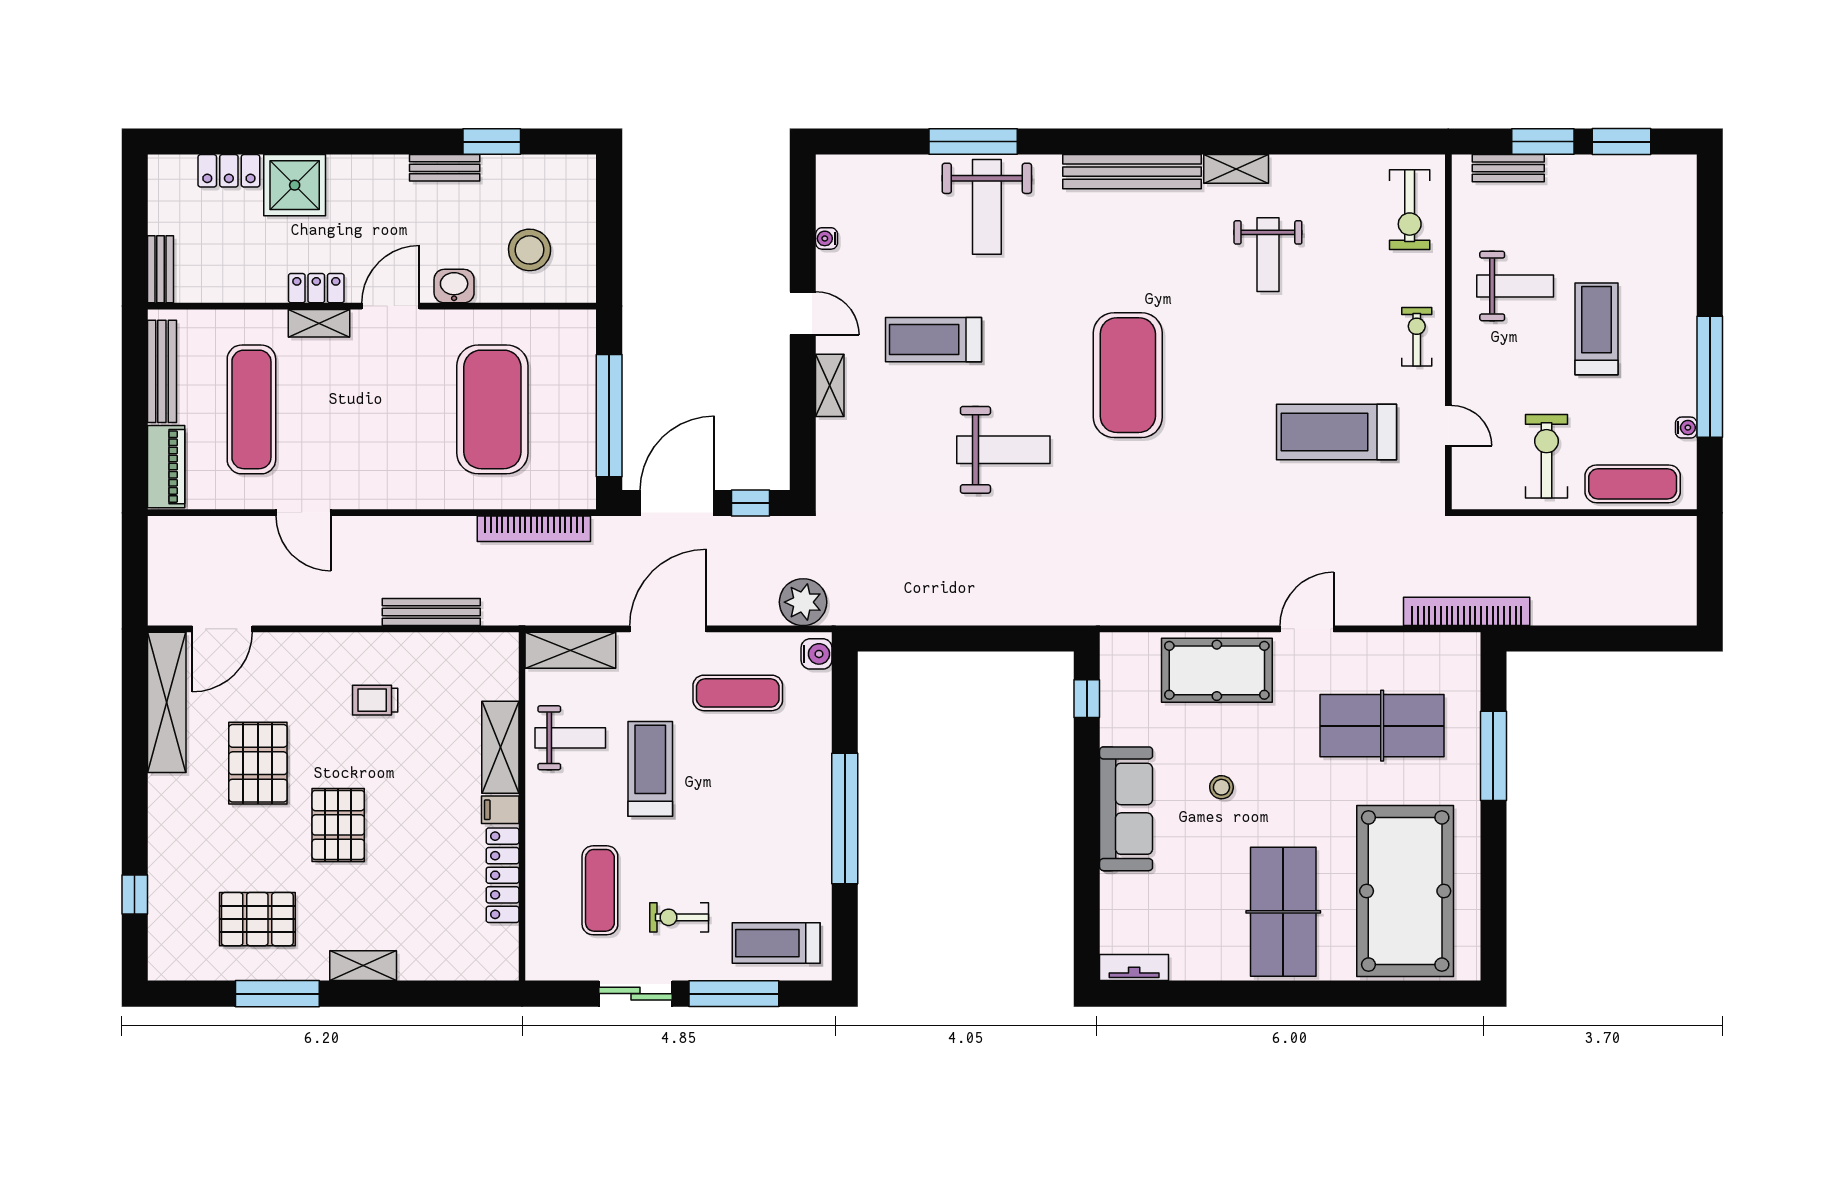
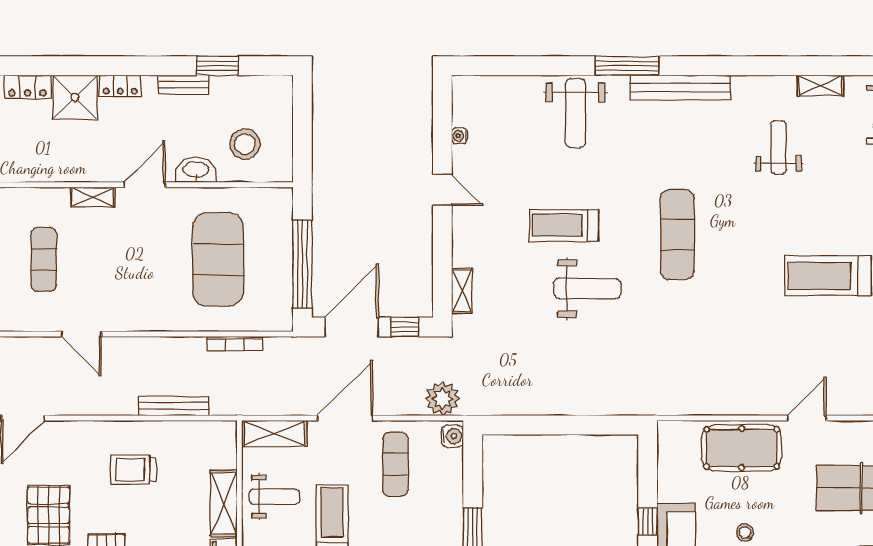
window: (973, 142) -> (627, 66), moved
shelving: (1236, 169) -> (820, 86), moved
weight bench: (1268, 255) -> (779, 147), turned 180
washbasin: (454, 286) -> (196, 170), width x1.38
locker: (316, 288) -> (120, 86), moved, turned 180
treadmill: (934, 340) -> (564, 225), moved
exercise mat: (1128, 375) -> (677, 235), width x0.68
shelving: (830, 385) -> (462, 291), moved
exercise mat: (251, 409) -> (44, 259), width x0.73, depth x0.69
bookcase: (534, 529) -> (235, 343), width x0.68, depth x0.76
exercise mat: (738, 693) -> (395, 464), turned 90
window: (1087, 699) -> (648, 522), moved
trolley: (375, 700) -> (133, 470), width x1.36, depth x1.39

